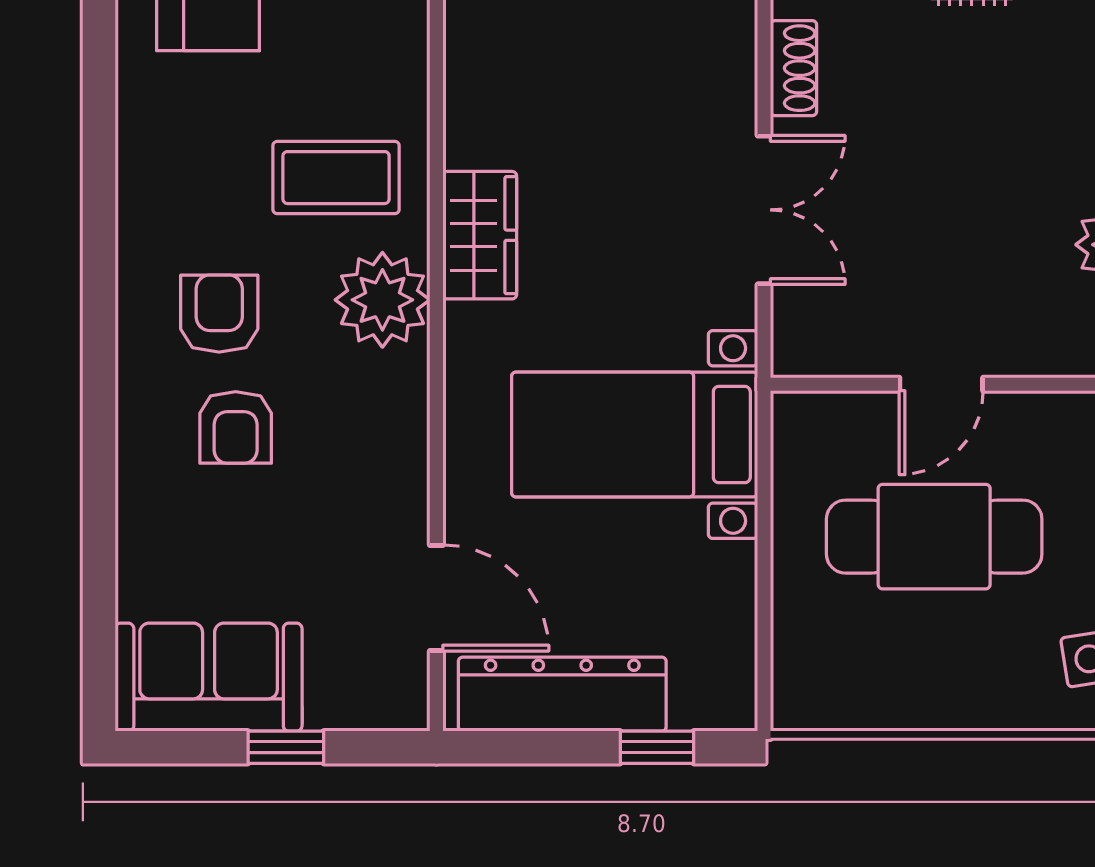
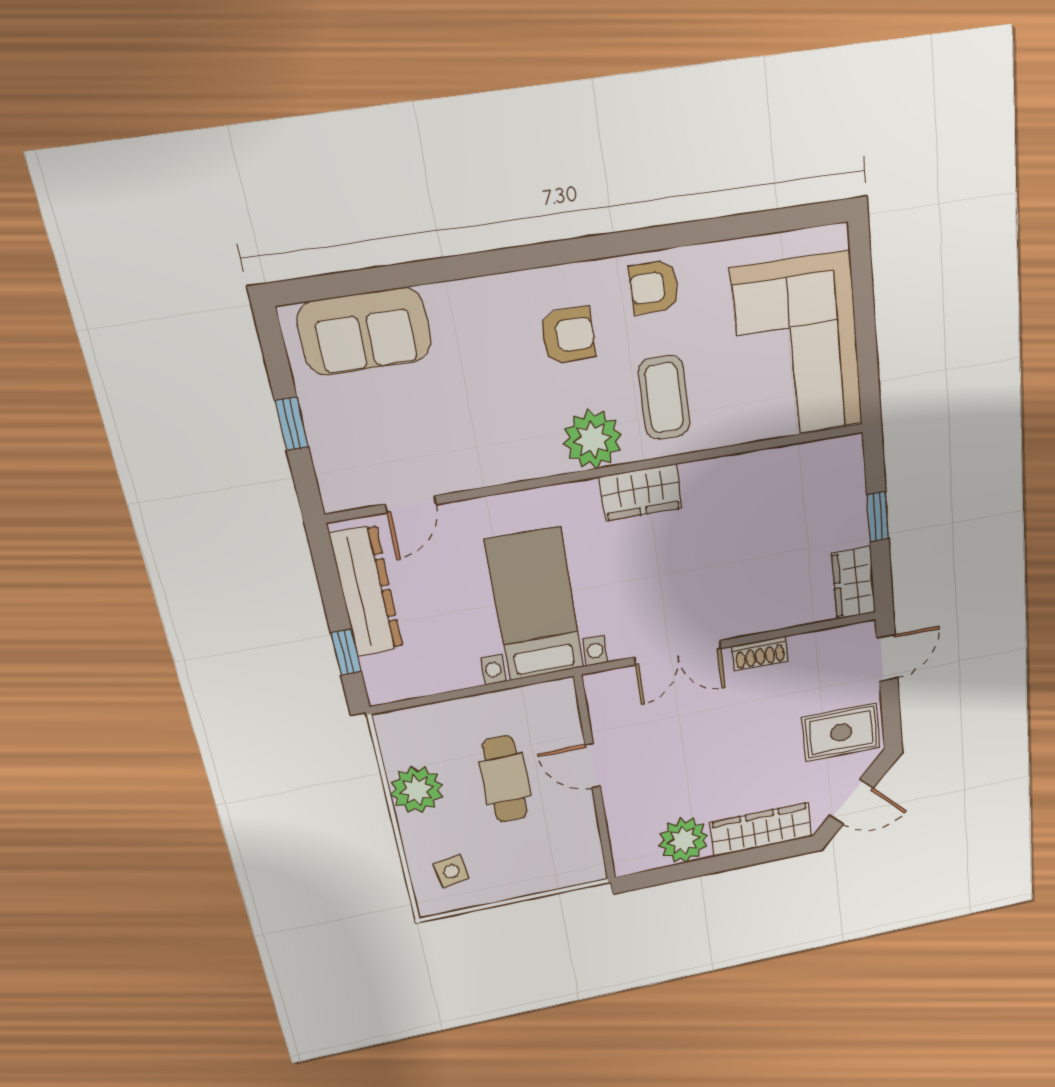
armchair: (236, 427) -> (654, 287), moved
cafe table: (934, 537) -> (505, 779), width x0.73, depth x0.74
door: (436, 598) -> (411, 504), width x0.73
sofa: (209, 677) -> (365, 331), moved, turned 90
plant: (922, 686) -> (417, 790), added

